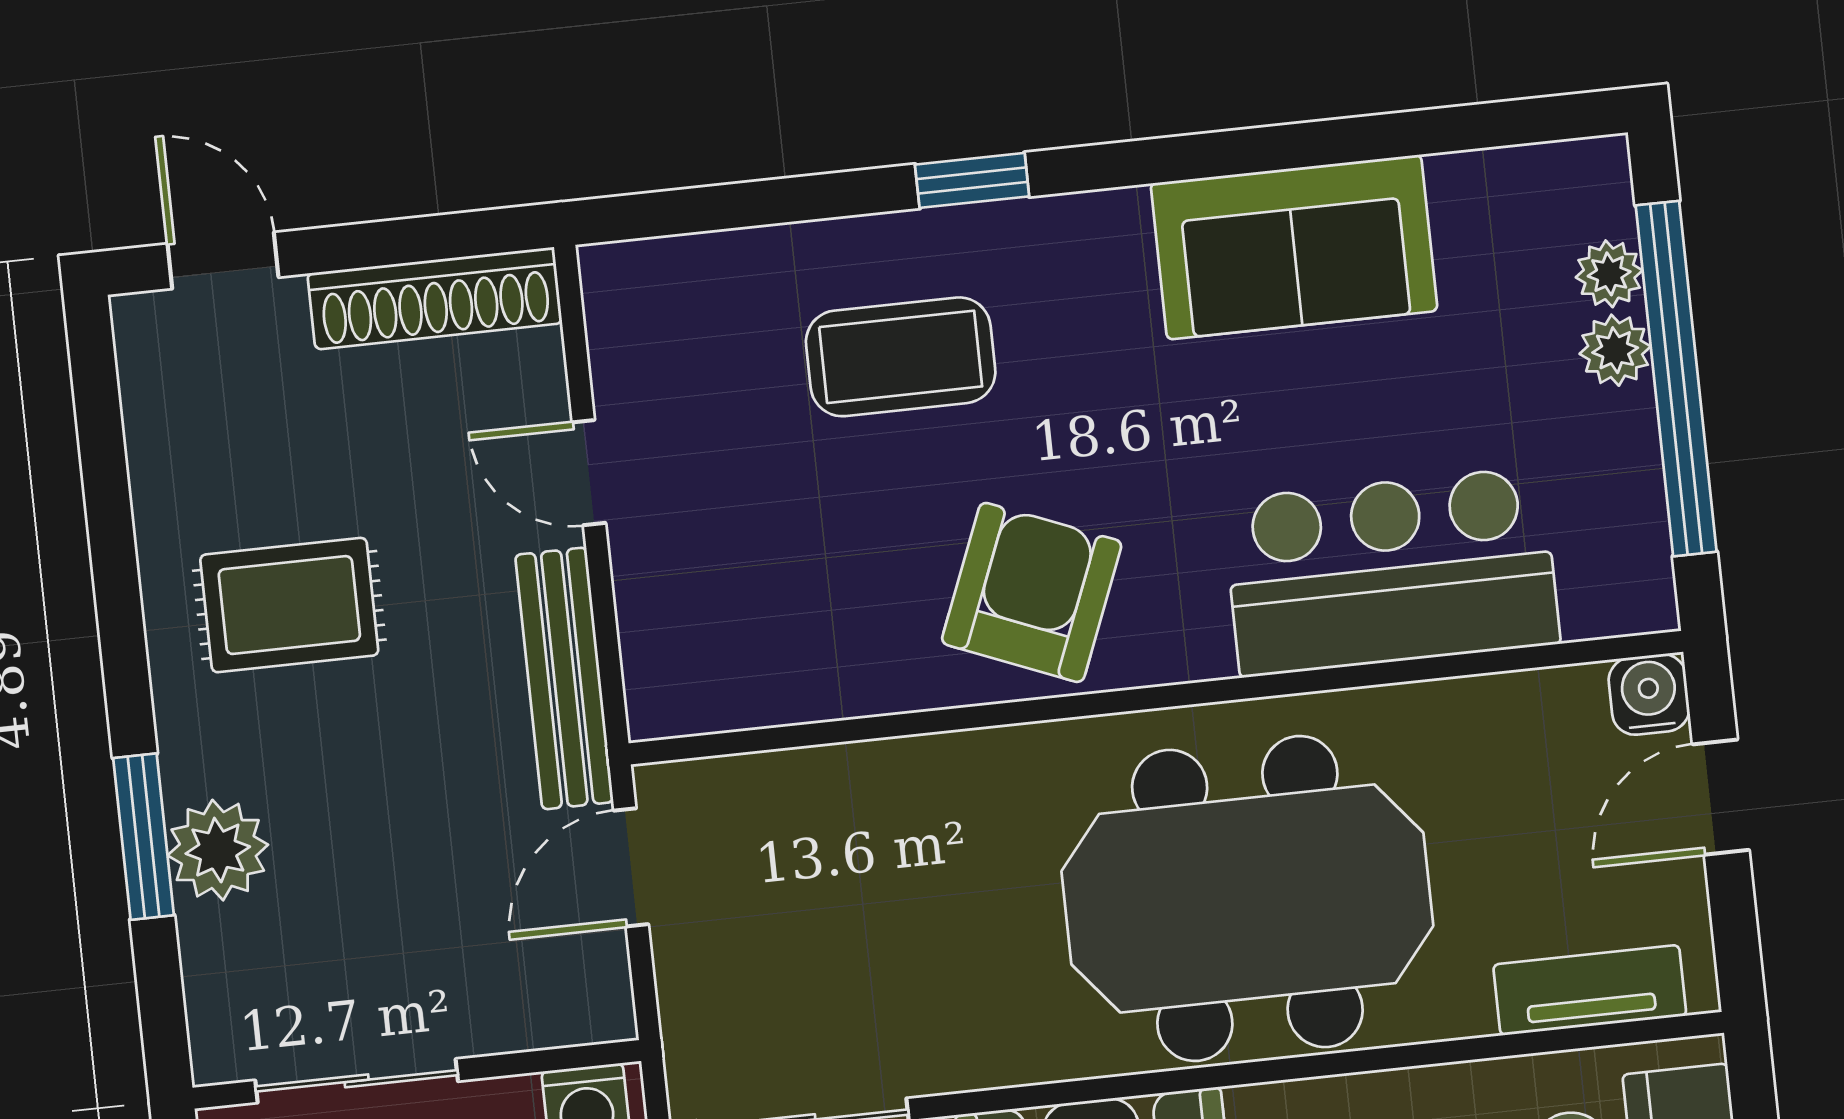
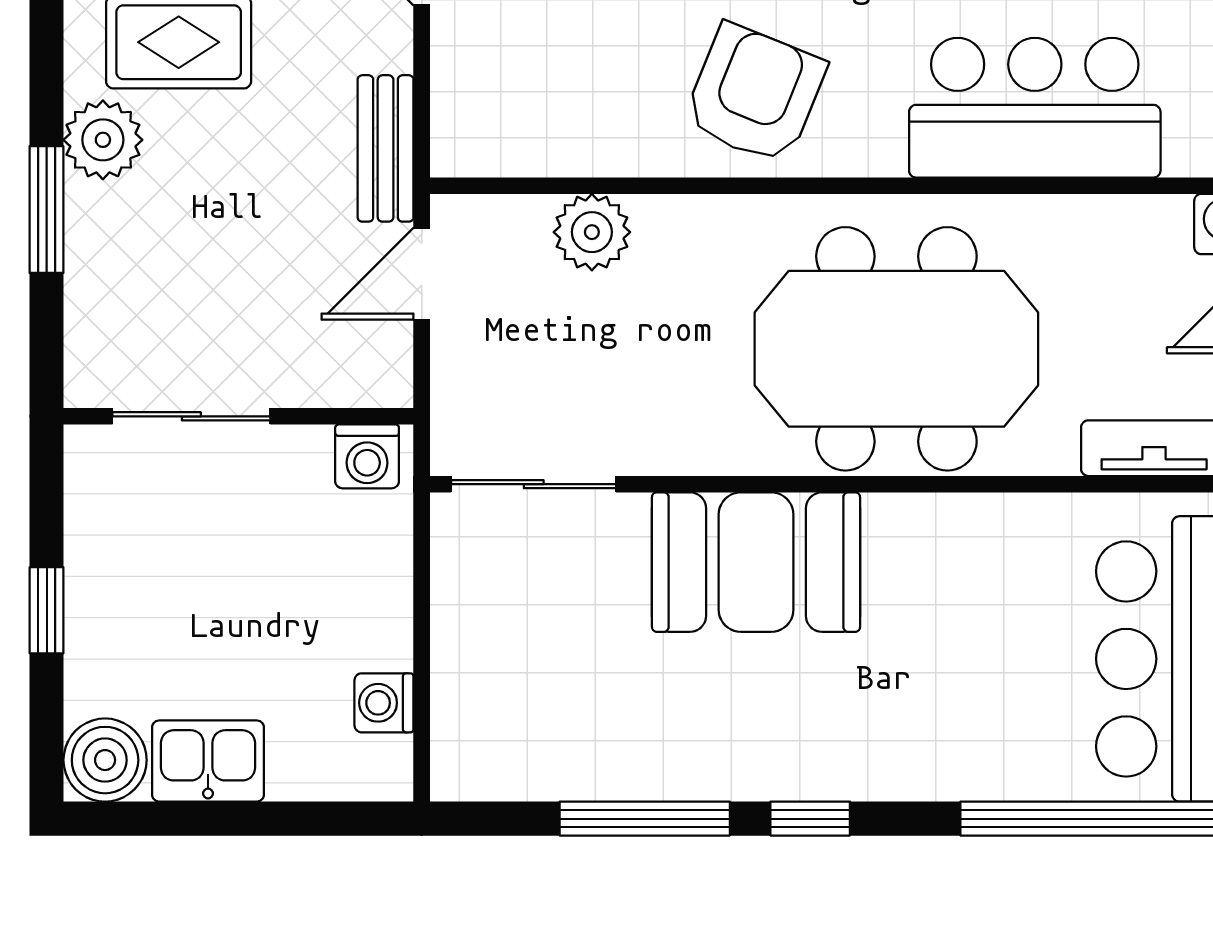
bench: (564, 678) -> (386, 148), width x0.73
plant: (843, 791) -> (592, 232), added
plant: (218, 850) -> (103, 140), moved

